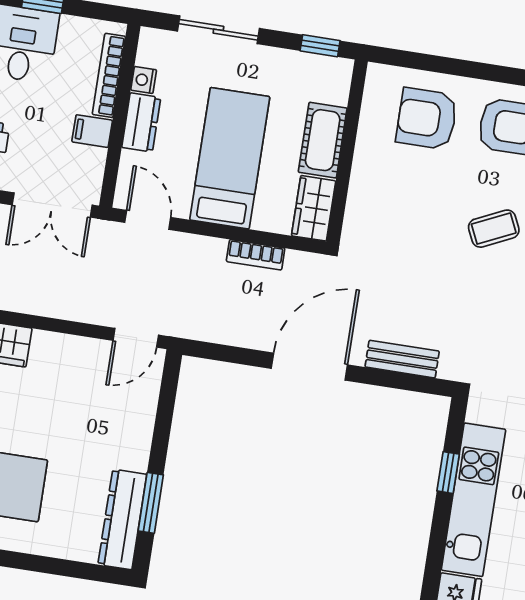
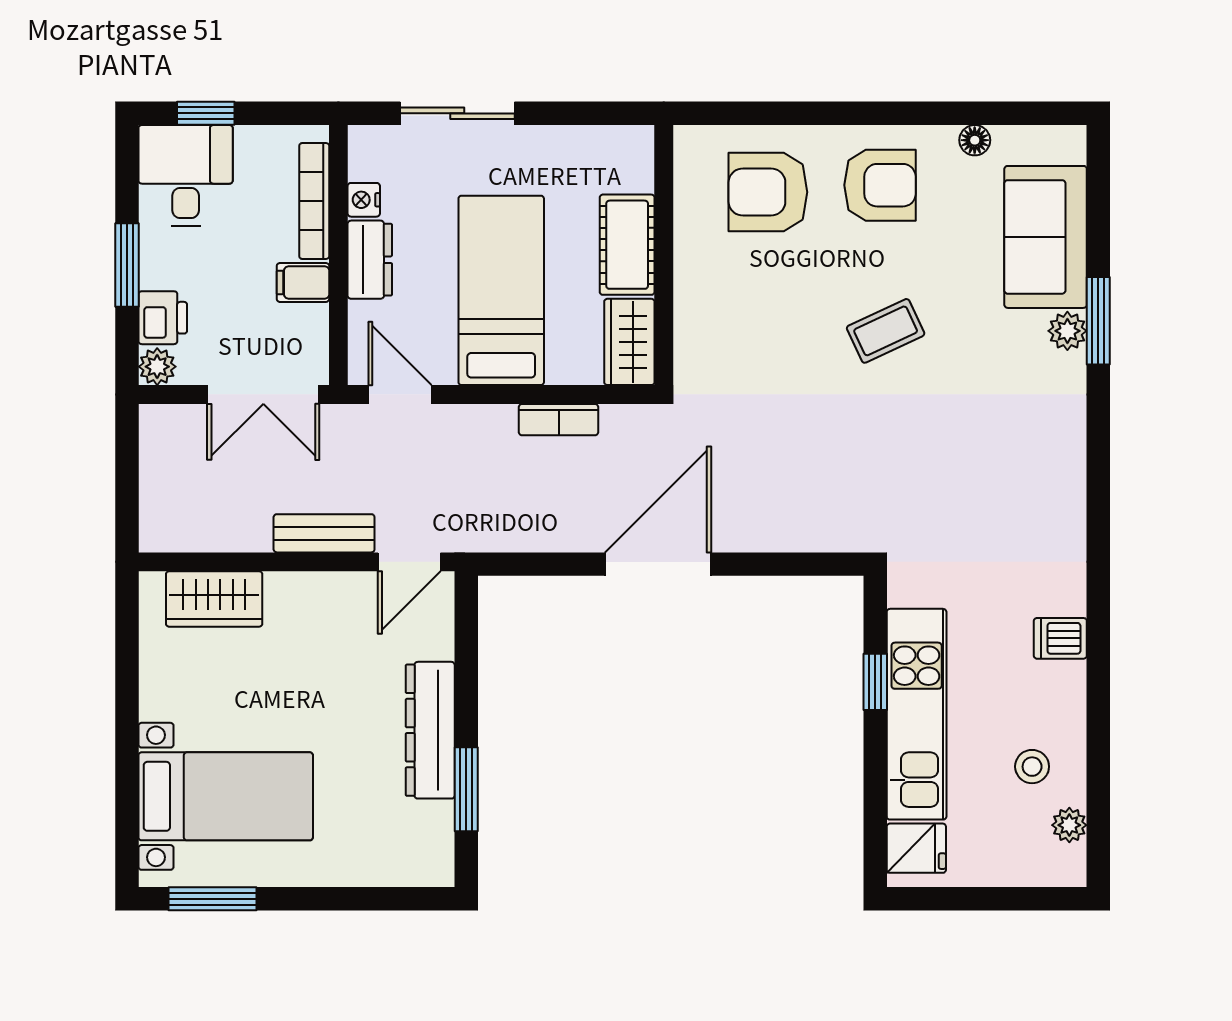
window: (320, 46) -> (603, 113), removed
bench: (402, 359) -> (324, 533), moved
dresser: (122, 519) -> (430, 730), moved

